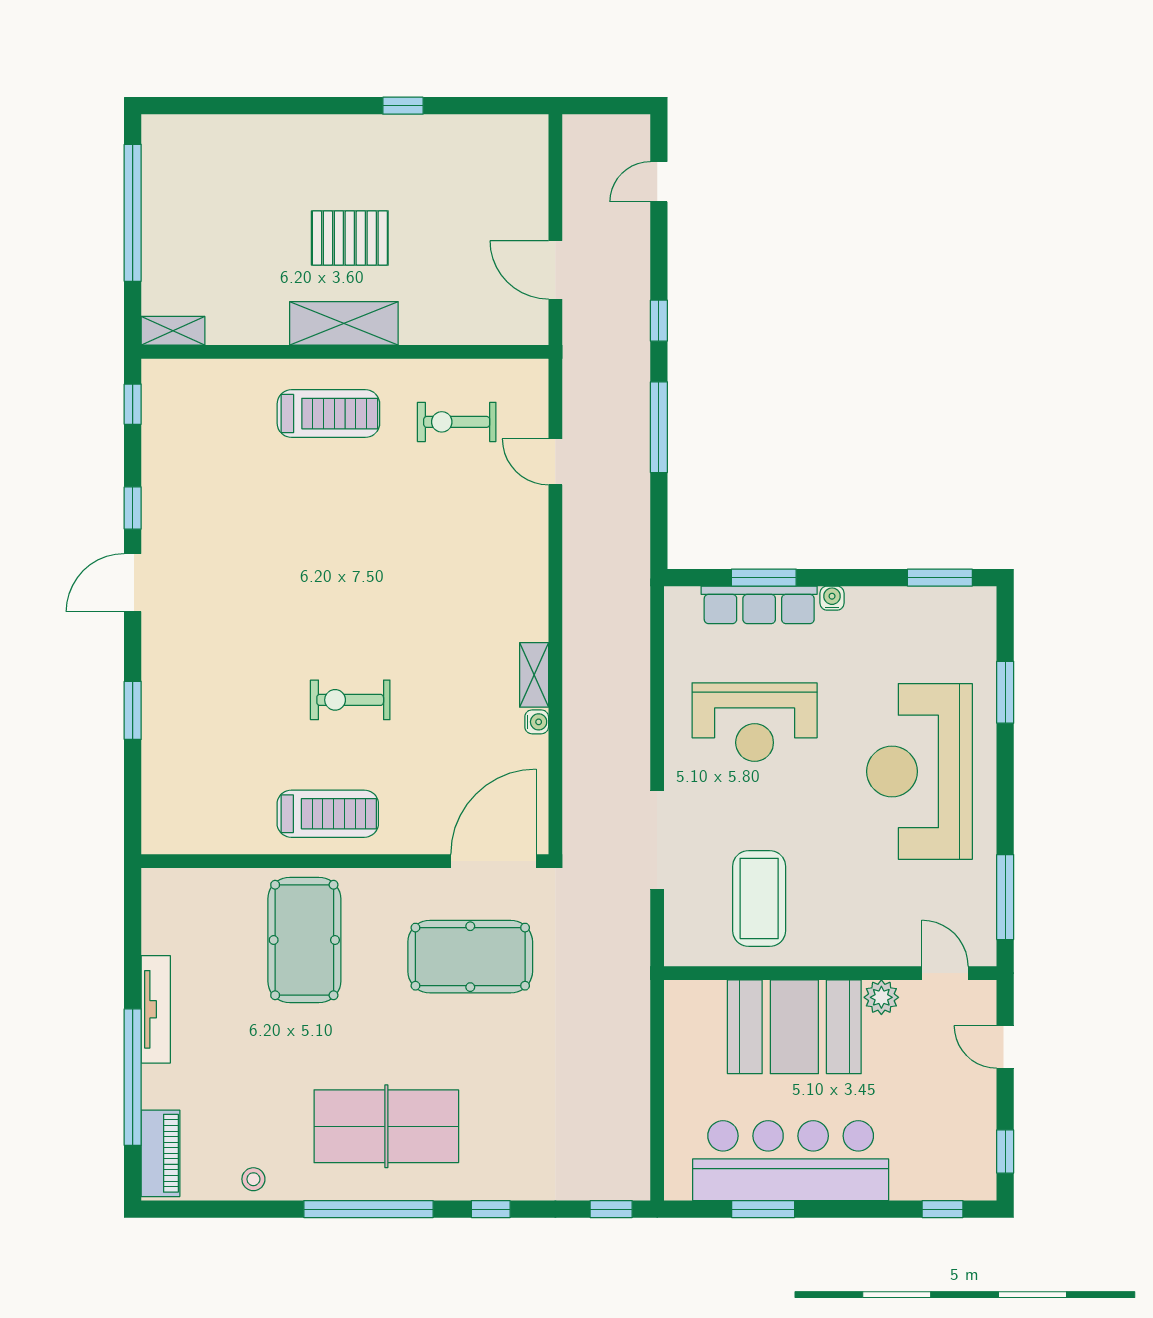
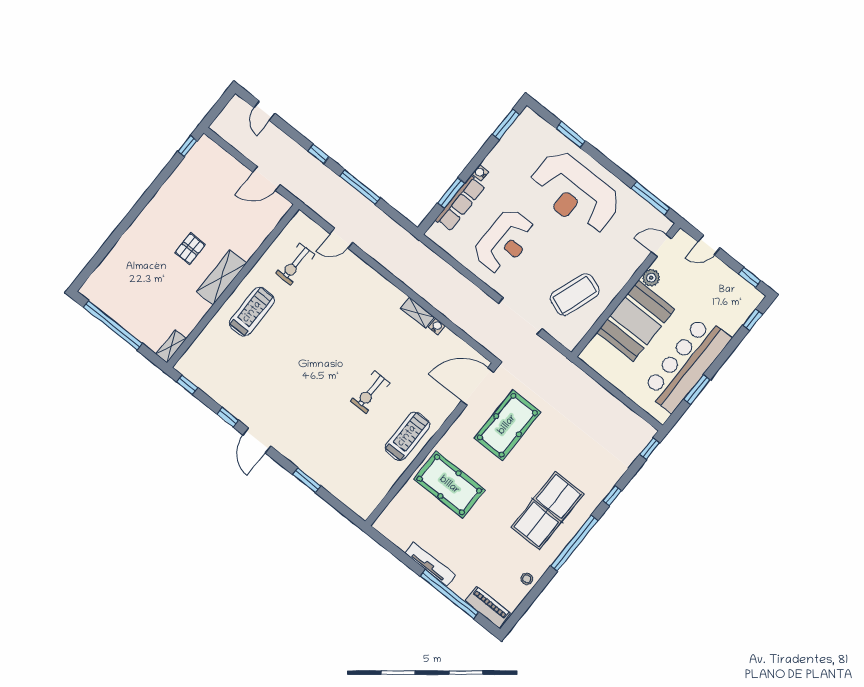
window: (403, 106) -> (188, 146), moved
pallet: (350, 238) -> (190, 249), width x0.67, depth x0.71
door: (493, 861) -> (477, 386), hinge flipped
coffee table: (759, 899) -> (575, 295), turned -71

